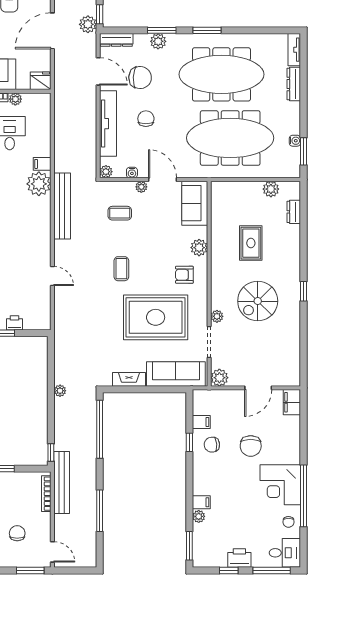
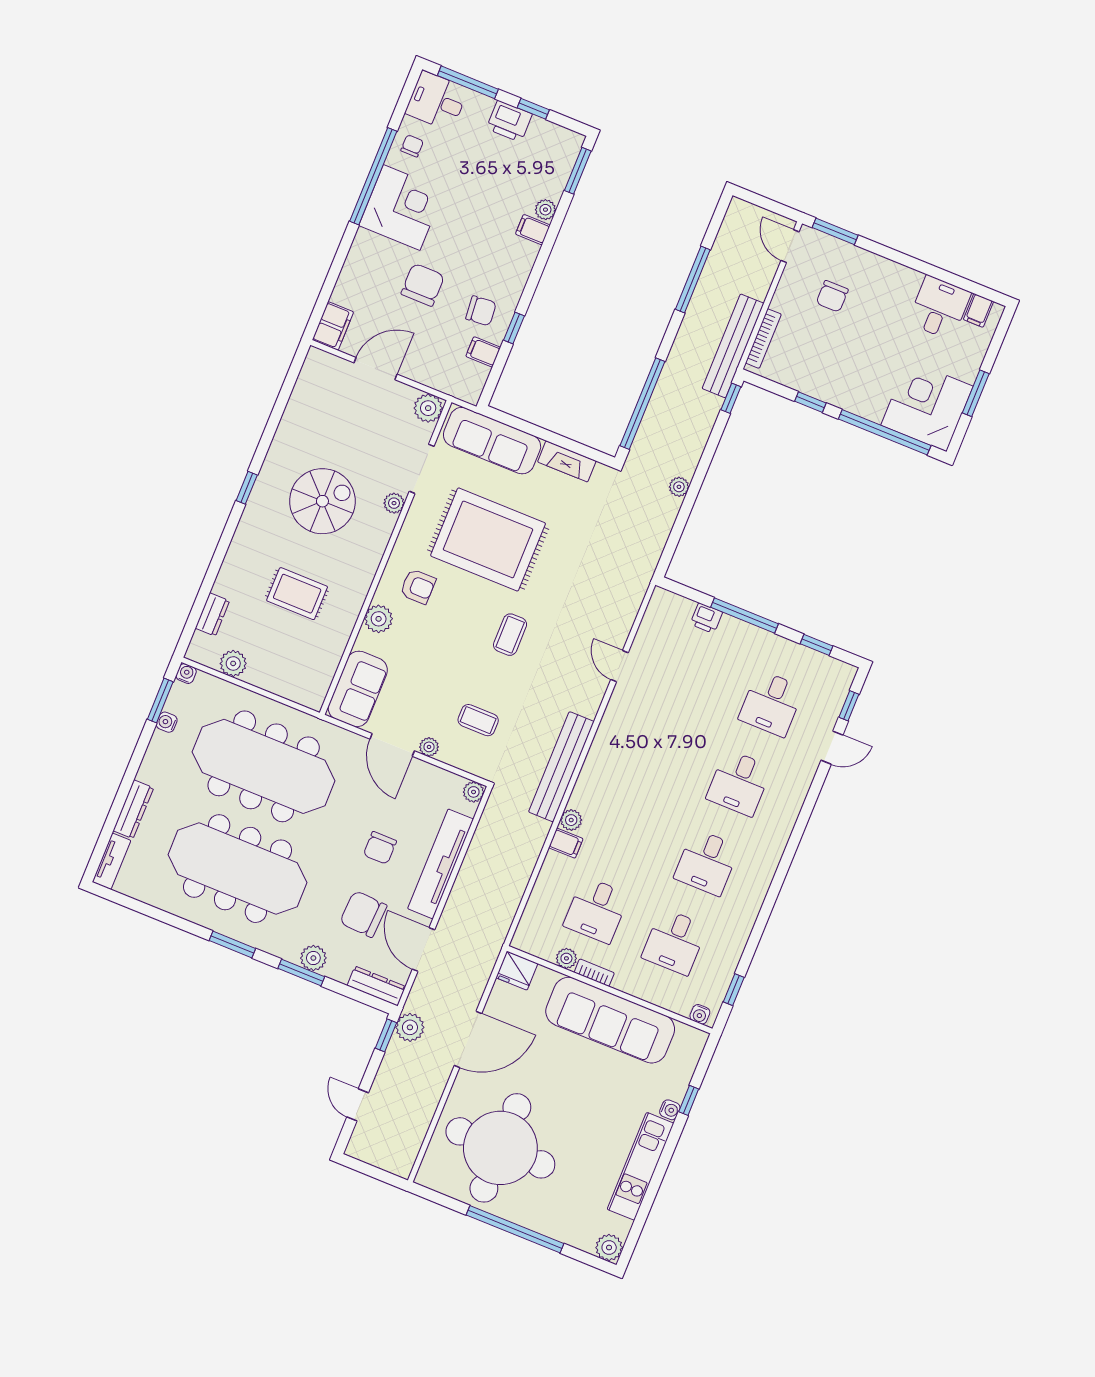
water cooler: (132, 173) -> (186, 674), moved
plant: (39, 184) -> (571, 820), width x0.53, depth x0.53
rug: (251, 243) -> (297, 594), turned 90

